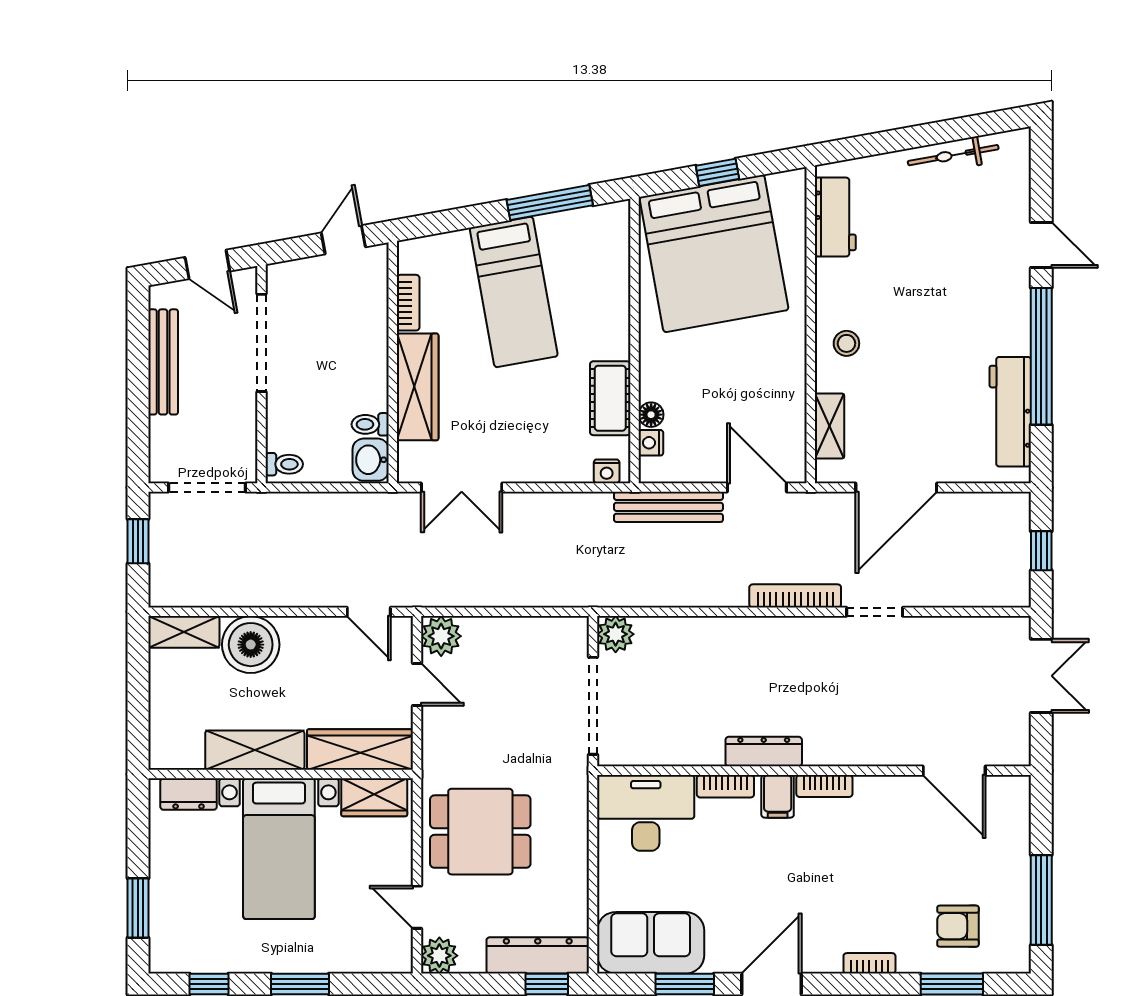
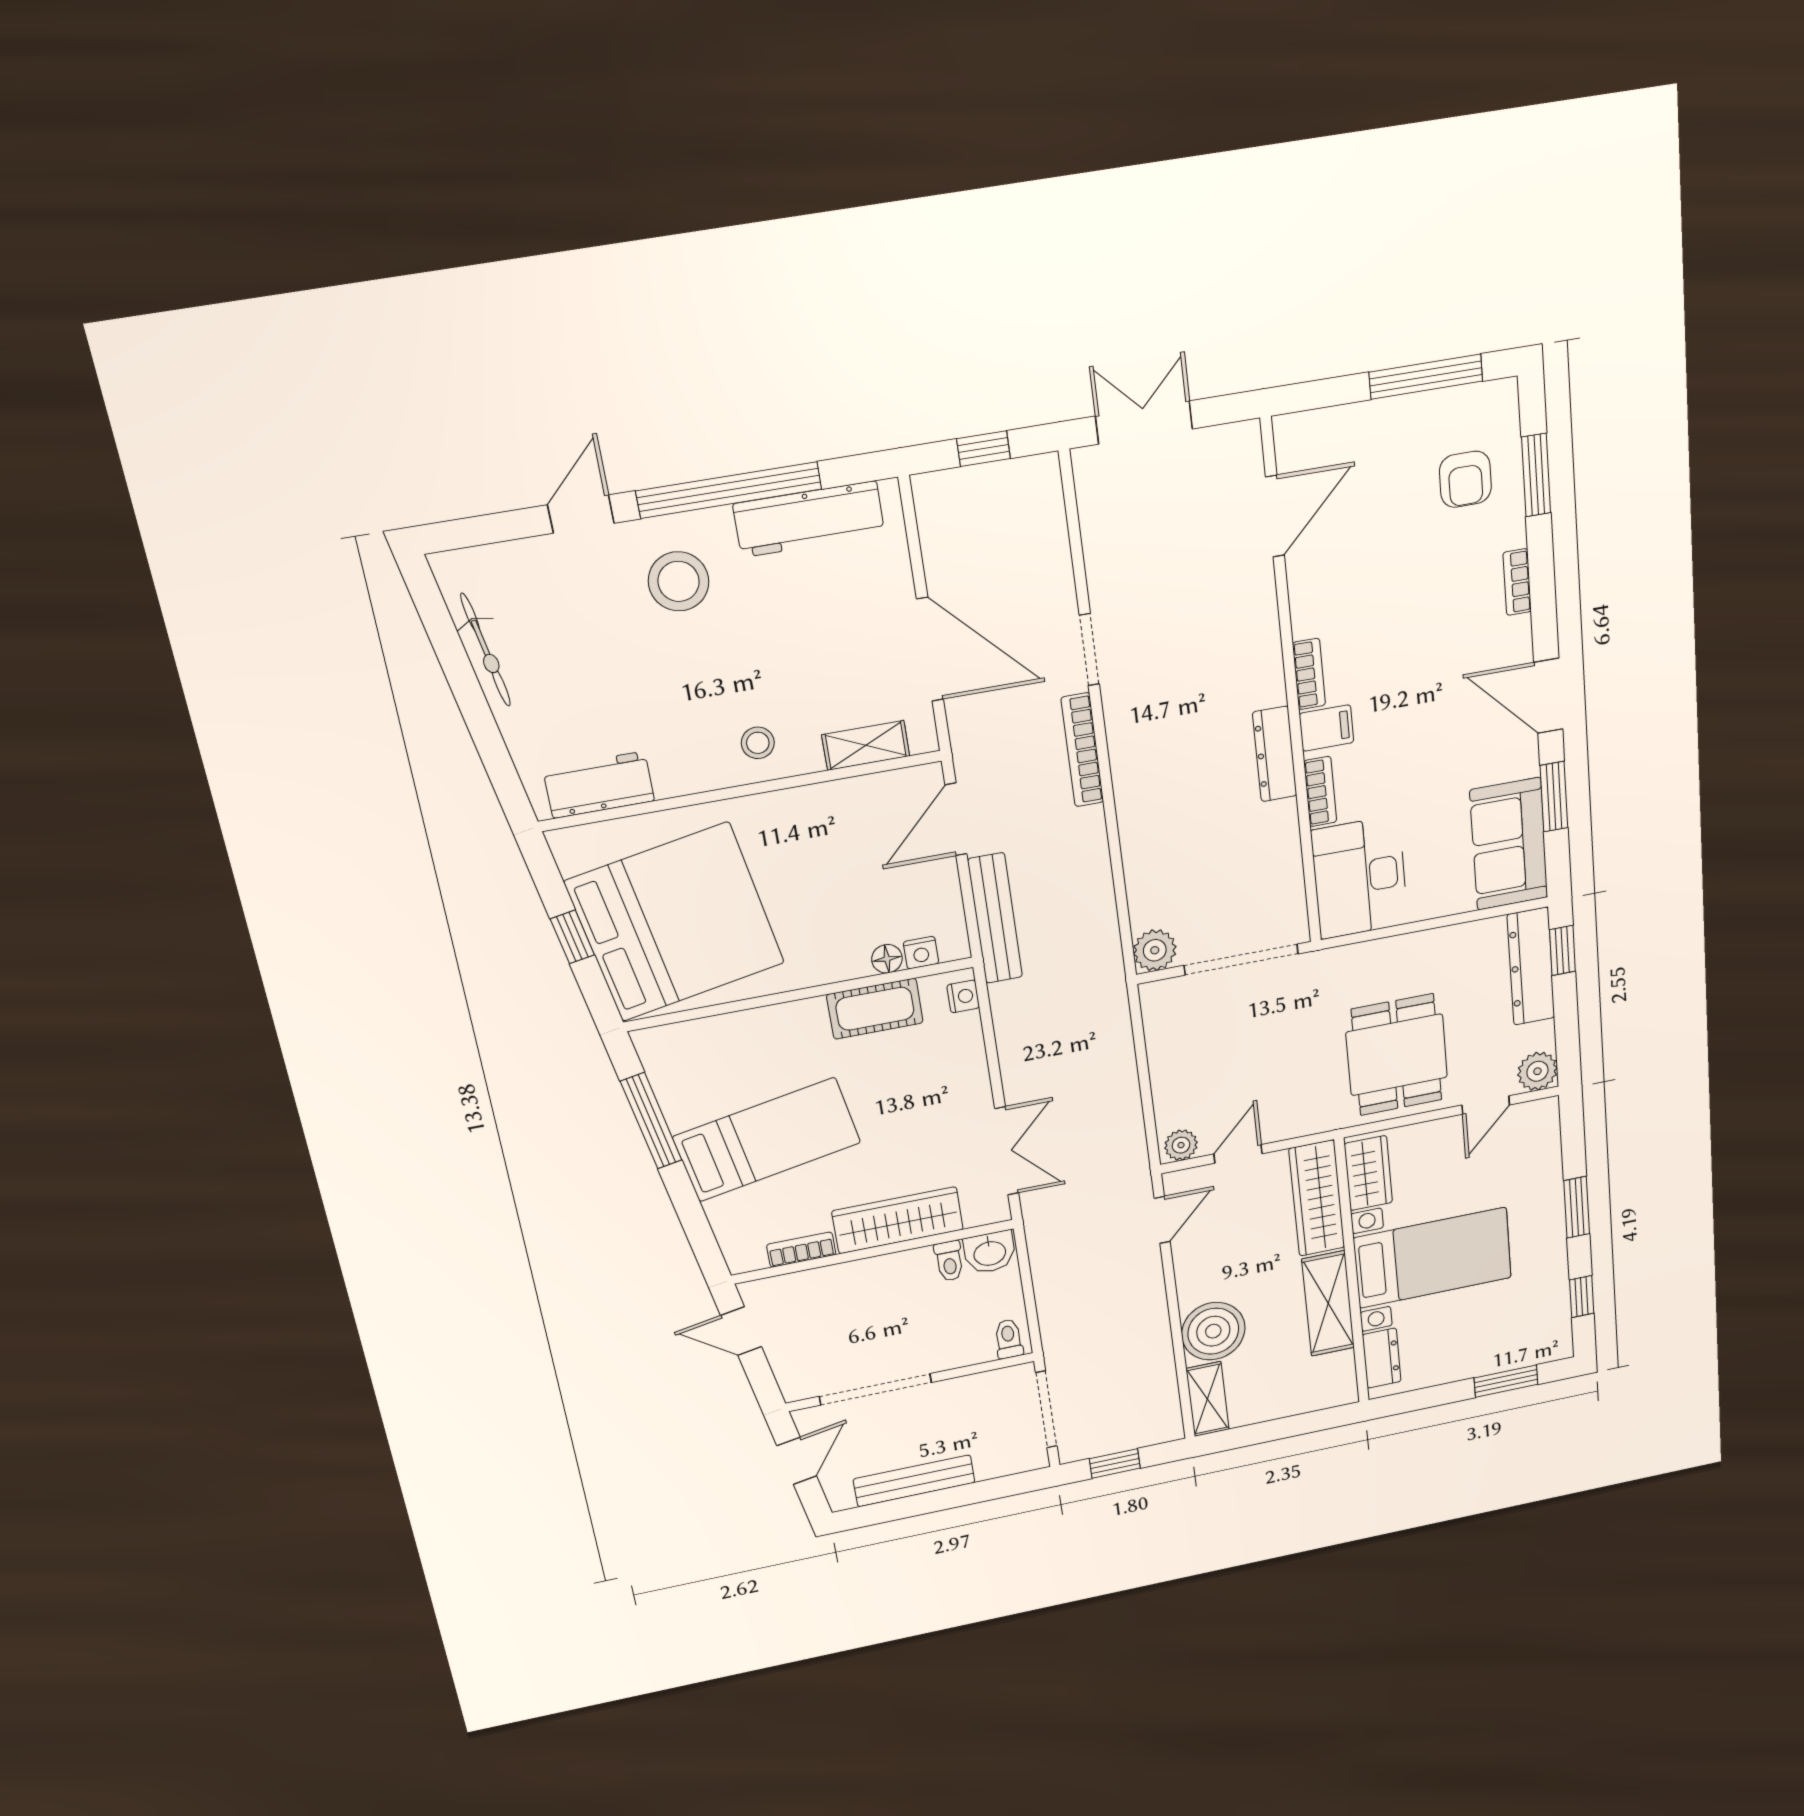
stool: (980, 307) -> (679, 581), added
plant: (441, 636) -> (1181, 1145), width x0.73, depth x0.73

